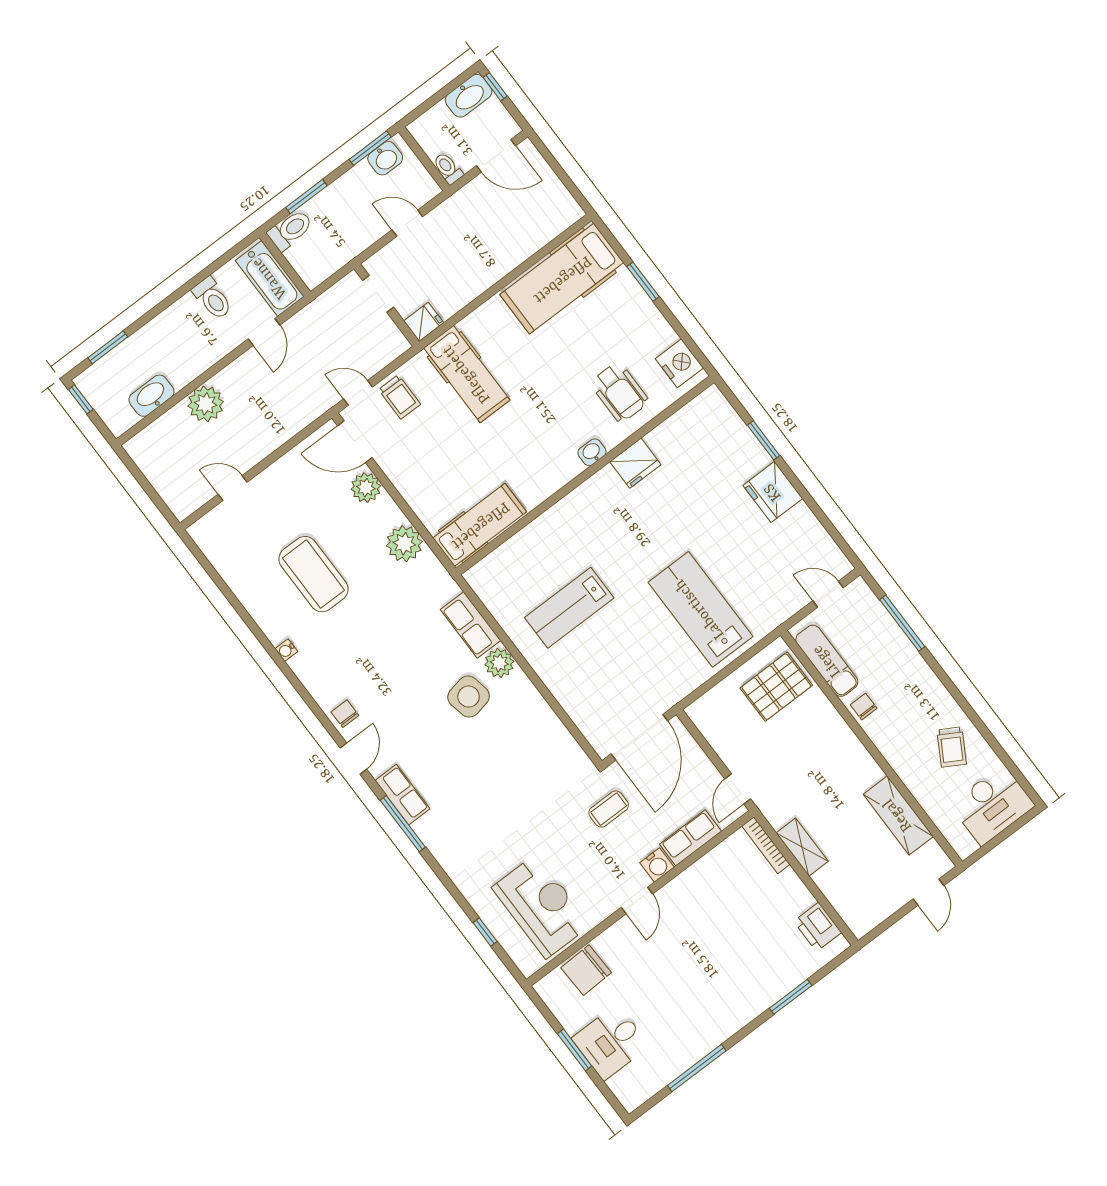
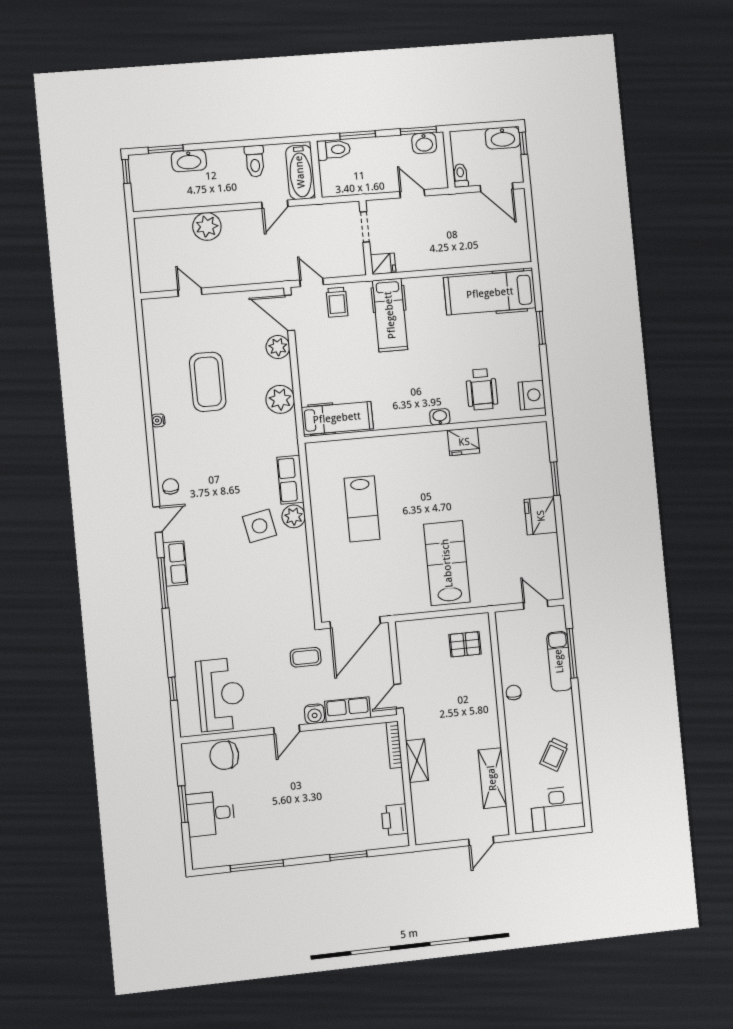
washbasin: (151, 396) -> (189, 161), moved, turned 180
lab bench: (569, 608) -> (362, 509), turned -90
exam couch: (827, 661) -> (559, 661), moved, turned 180
pallet: (776, 687) -> (465, 644), width x0.67, depth x0.71

